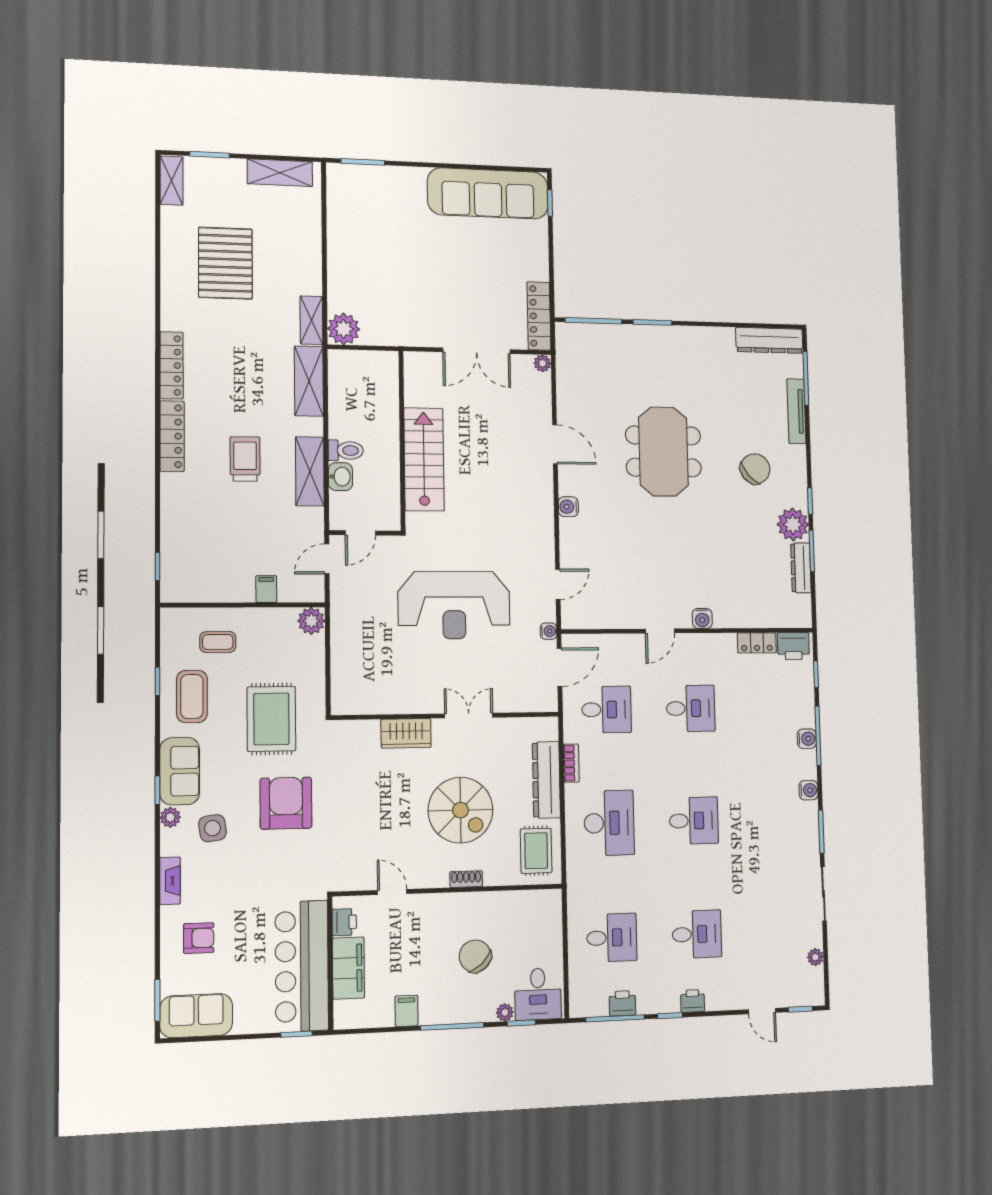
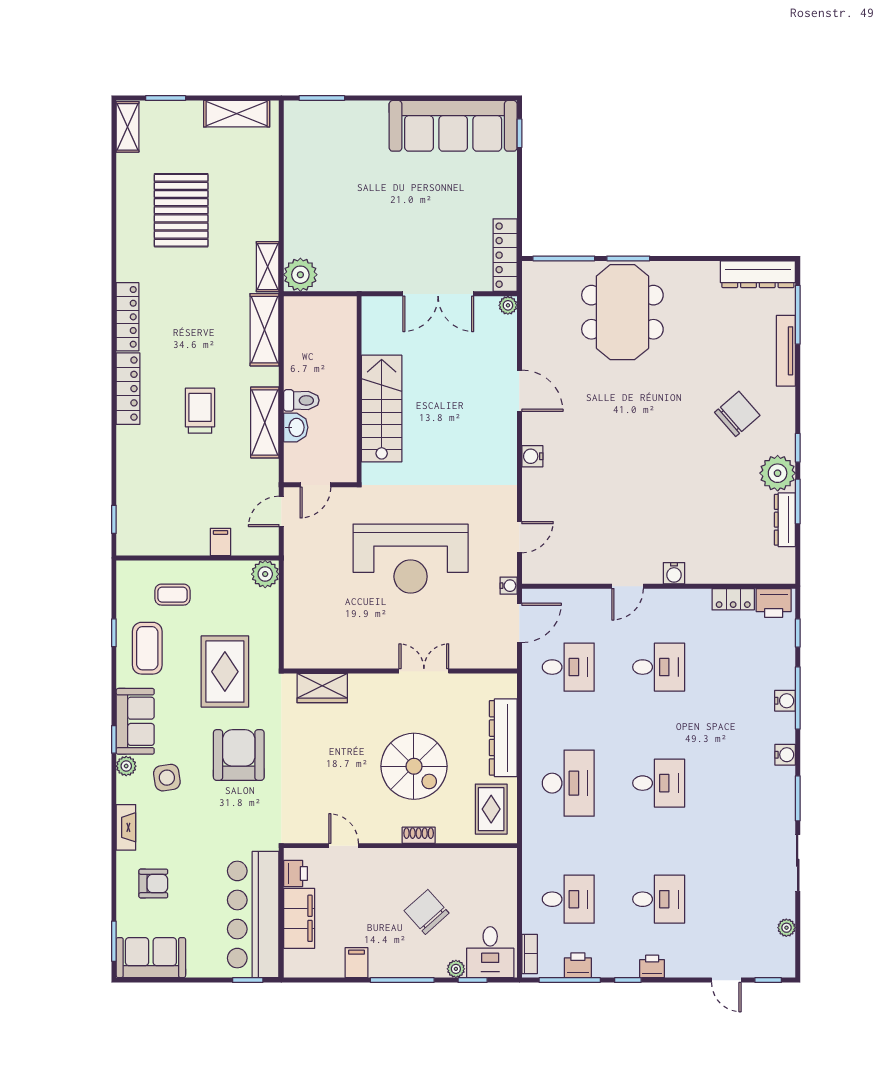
meeting table: (663, 451) -> (622, 312), moved
wardrobe: (406, 733) -> (322, 688), moved
bookcase: (571, 763) -> (530, 954), moved

